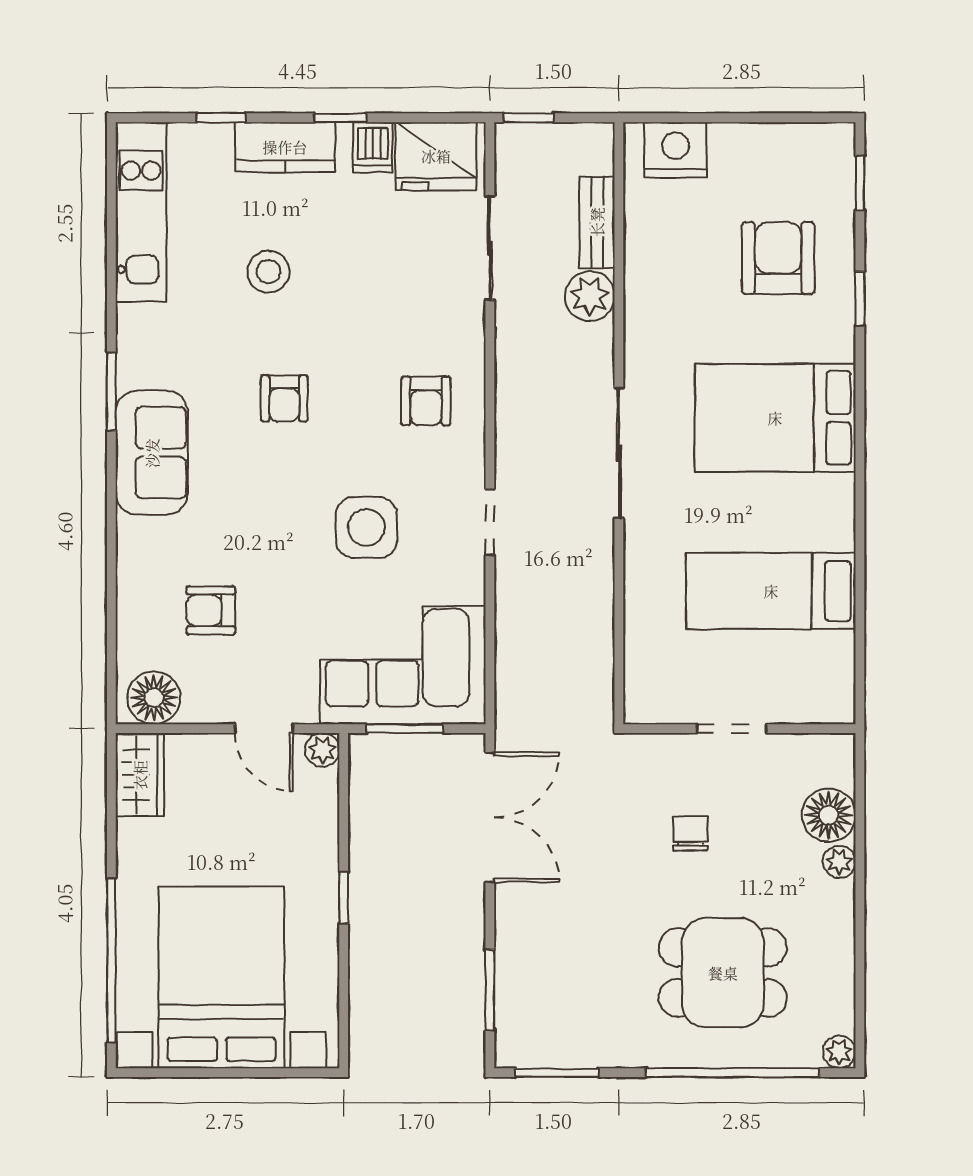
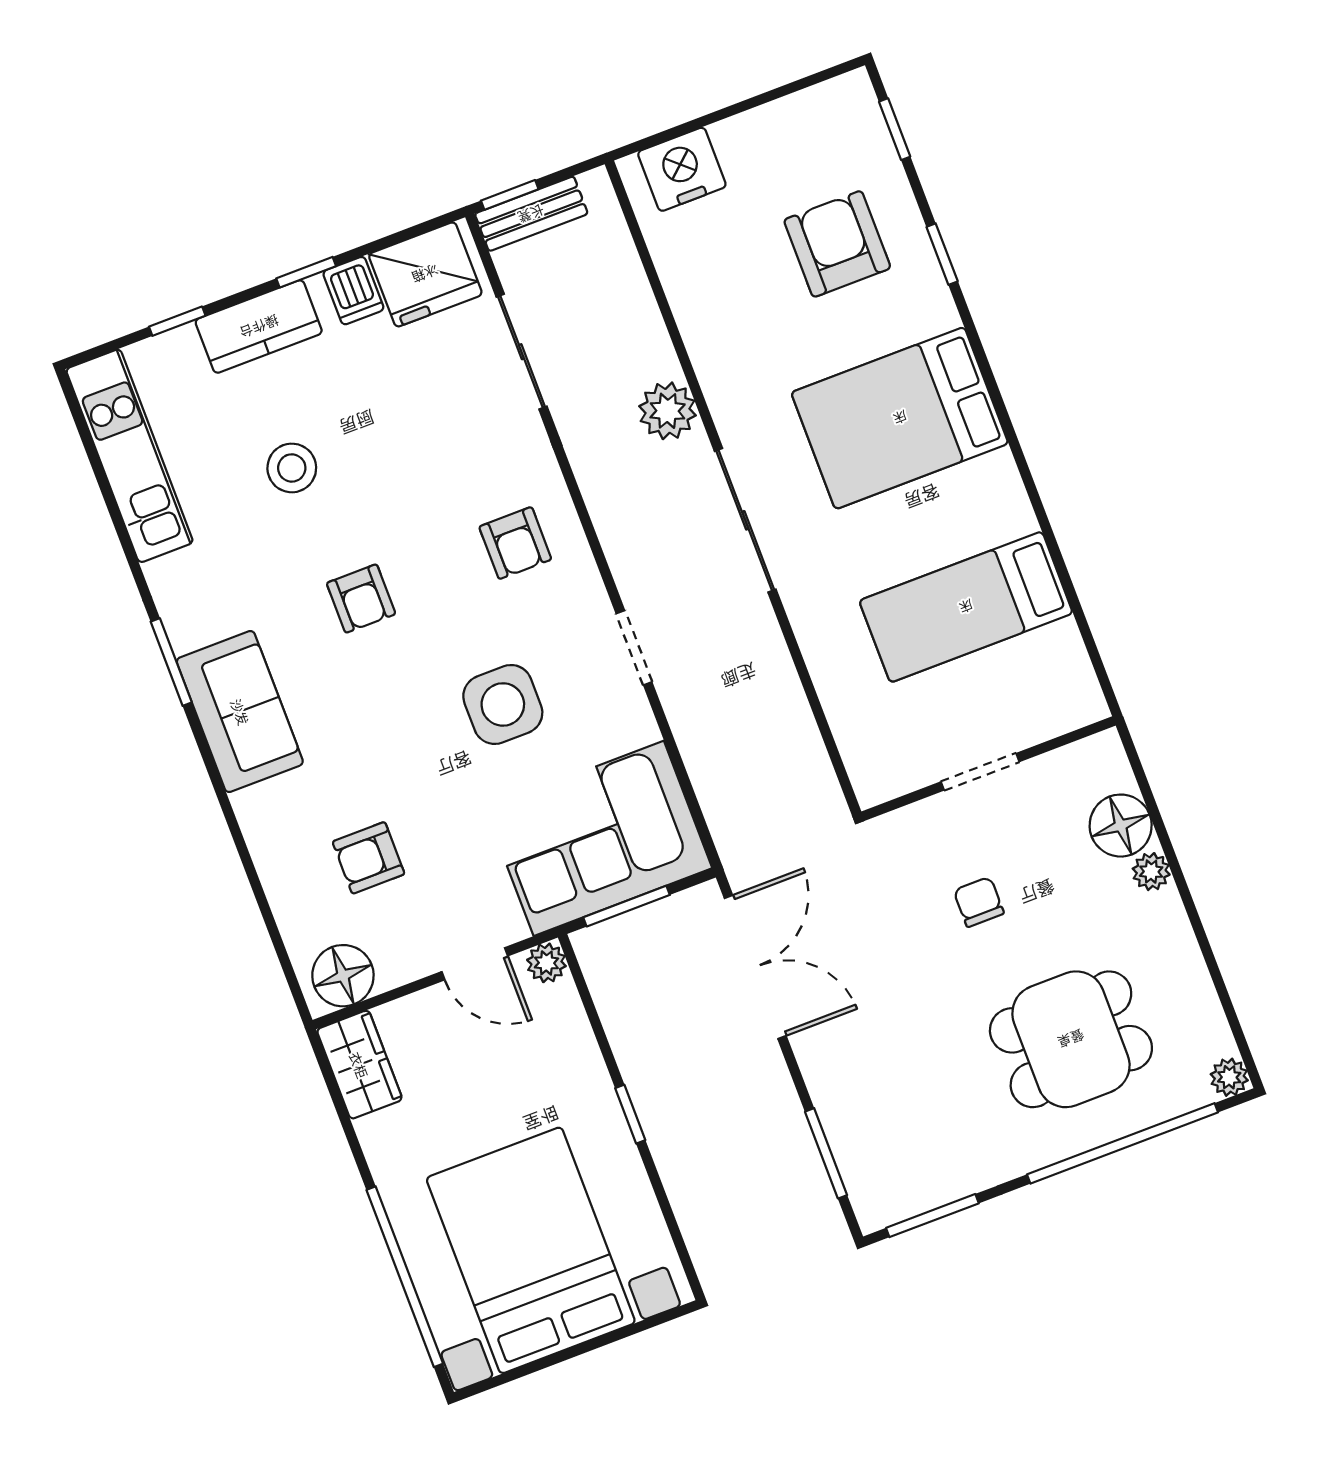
bench: (597, 222) -> (531, 214), moved, turned 90
plant: (590, 296) -> (668, 411), moved

